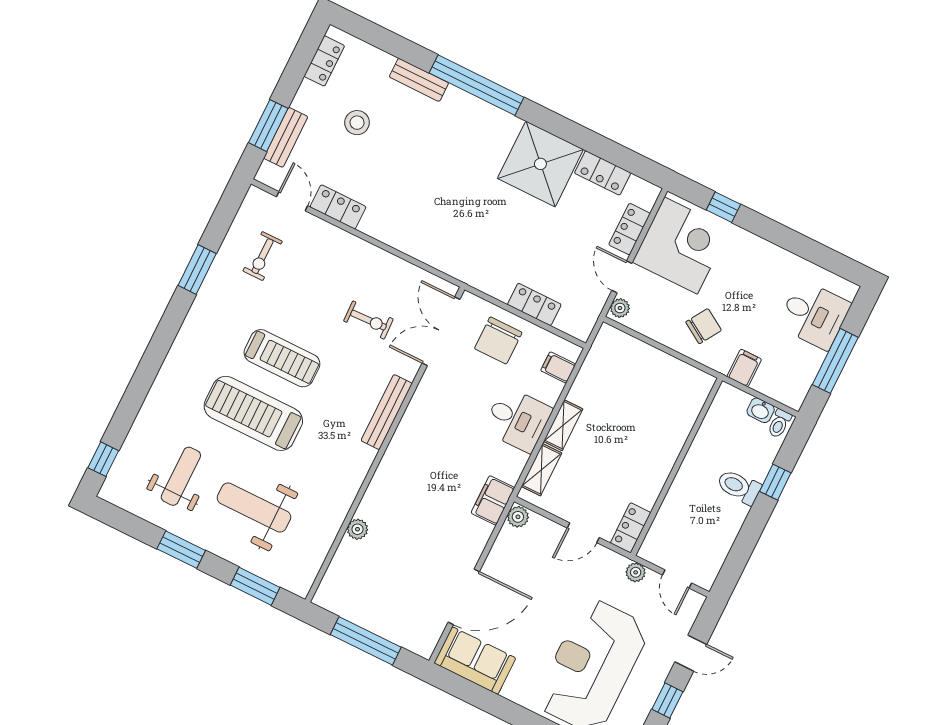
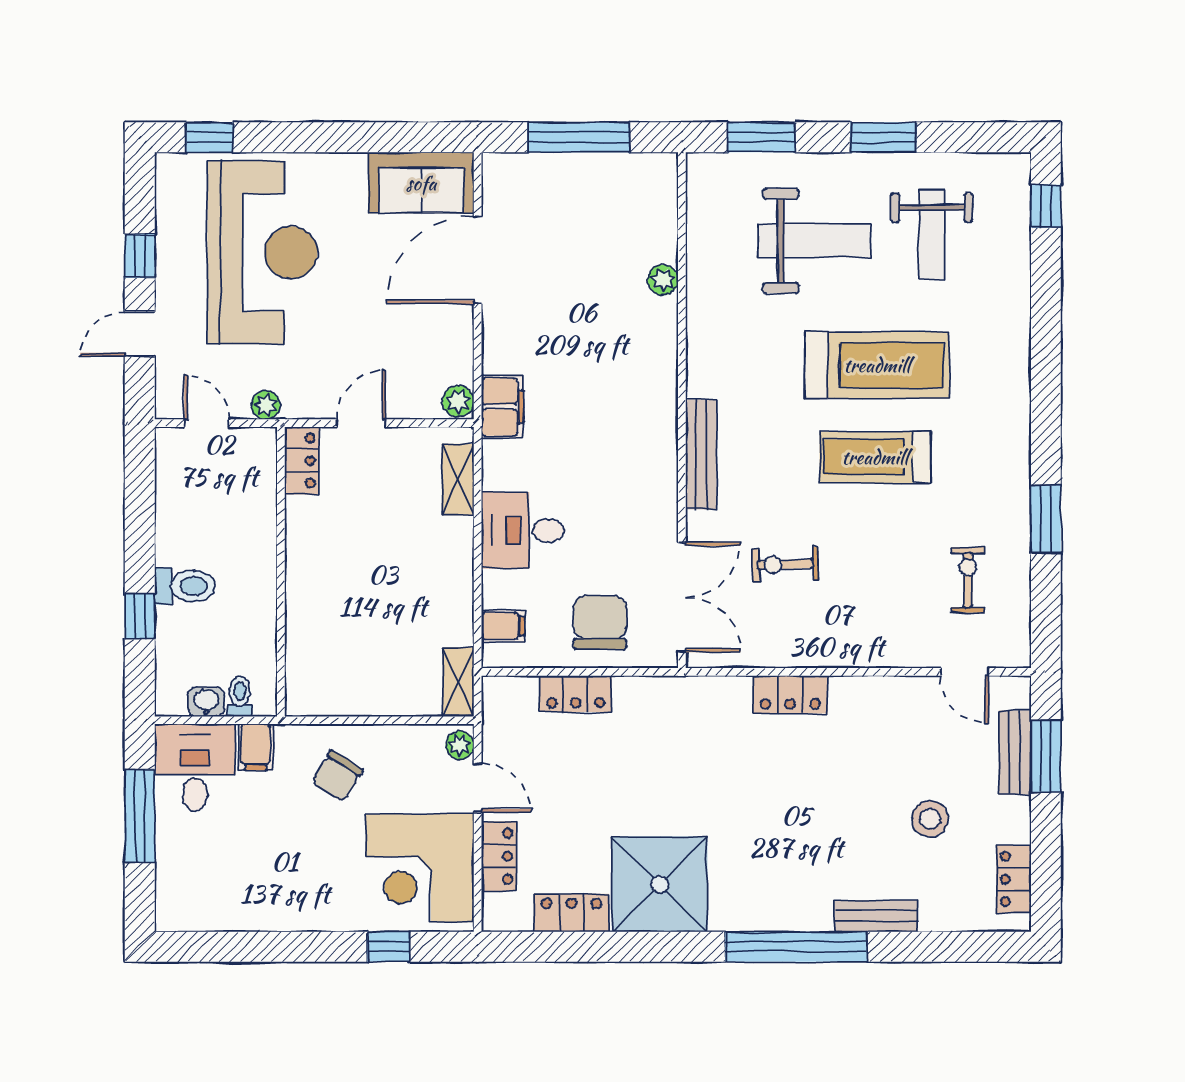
locker: (338, 207) -> (790, 695), moved
desk: (814, 315) -> (195, 767), moved, turned 90
toilet: (779, 424) -> (240, 697), moved
shelving: (563, 425) -> (458, 682), moved

